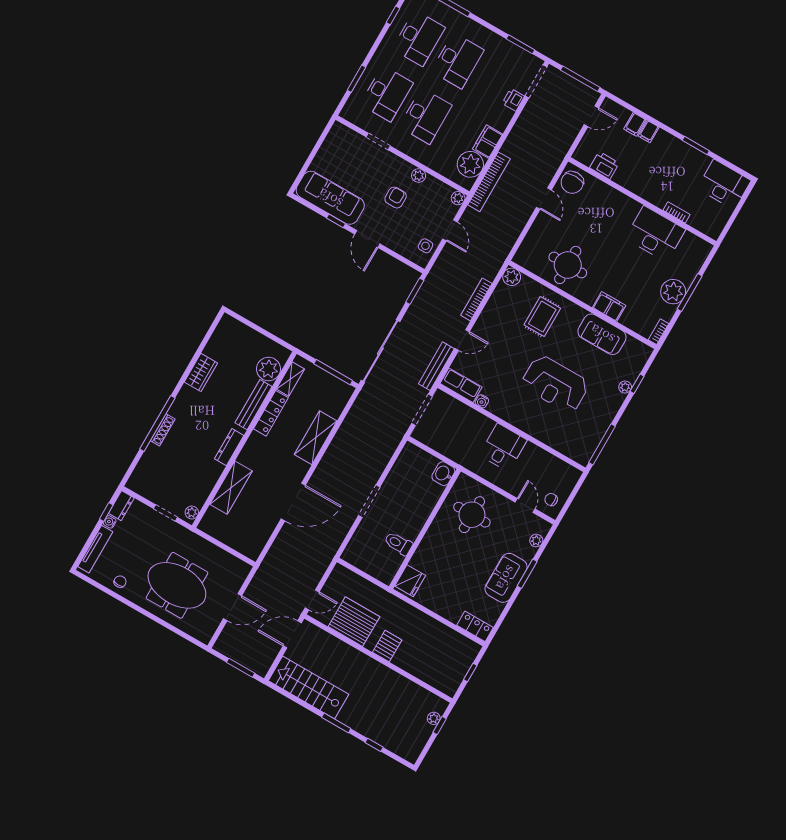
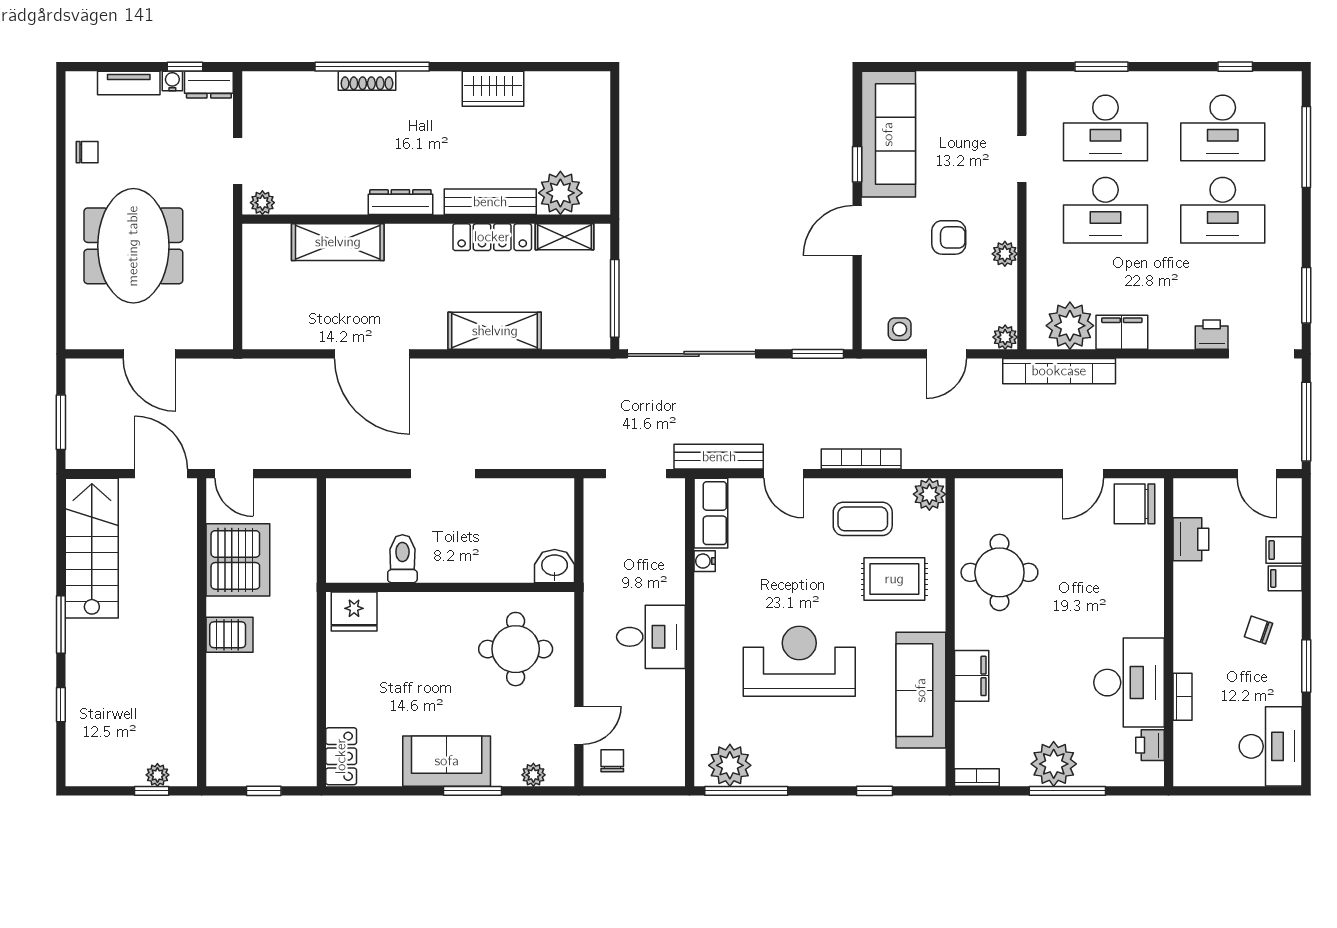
chair: (666, 158) -> (1258, 630), added
printer: (690, 241) -> (1150, 745), added
coffee table: (505, 315) -> (863, 519), added
sofa: (602, 334) -> (921, 690), width x1.36
reception desk: (555, 384) -> (799, 661), turned 90
plant: (625, 387) -> (730, 765), moved, width x1.88, depth x1.88
tv unit: (95, 549) -> (129, 83), width x0.71

